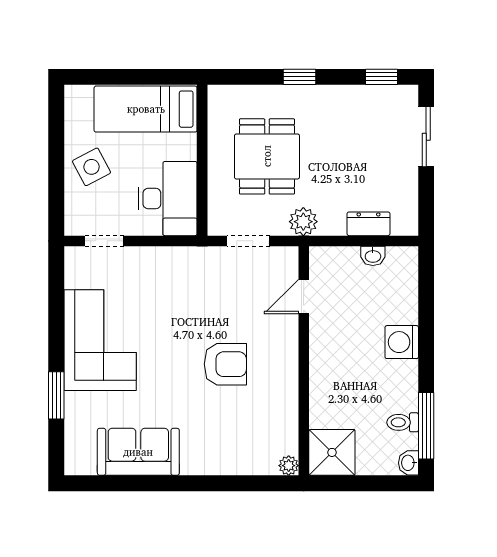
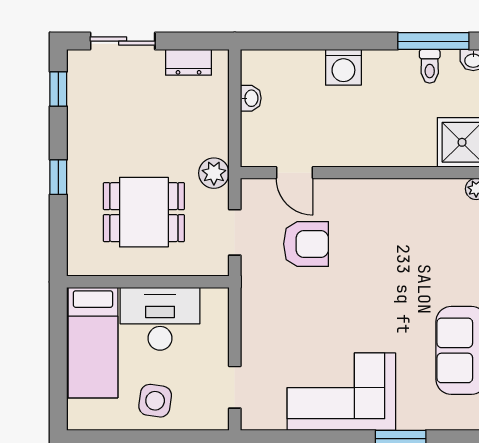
side table: (92, 167) -> (155, 401), turned 36
desk: (168, 199) -> (160, 319), moved
dresser: (368, 224) -> (189, 62), moved, turned -90
armchair: (225, 364) -> (306, 244), moved, turned 90

